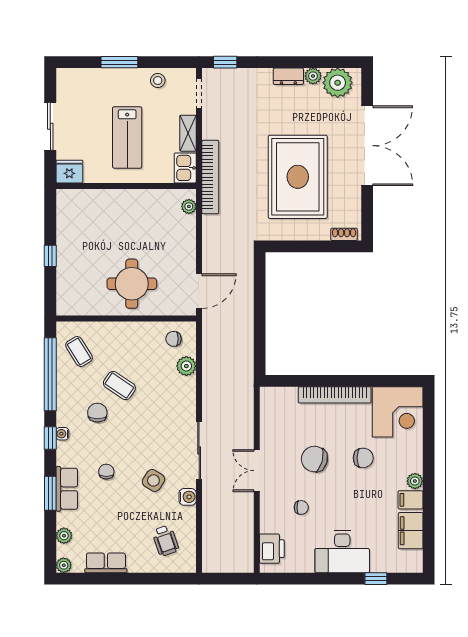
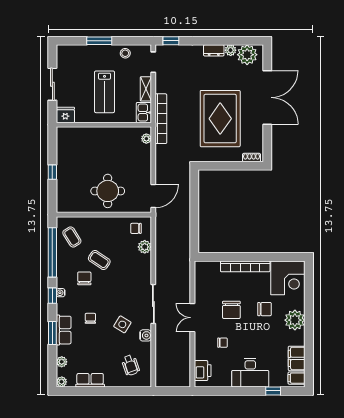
chair: (314, 459) -> (231, 310), turned -105
plant: (415, 481) -> (295, 320), width x1.88, depth x1.88
filing cabinet: (411, 500) -> (297, 378), moved

